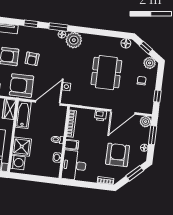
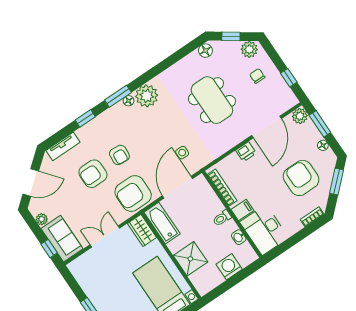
washing machine: (18, 163) -> (229, 267), moved, turned -90

